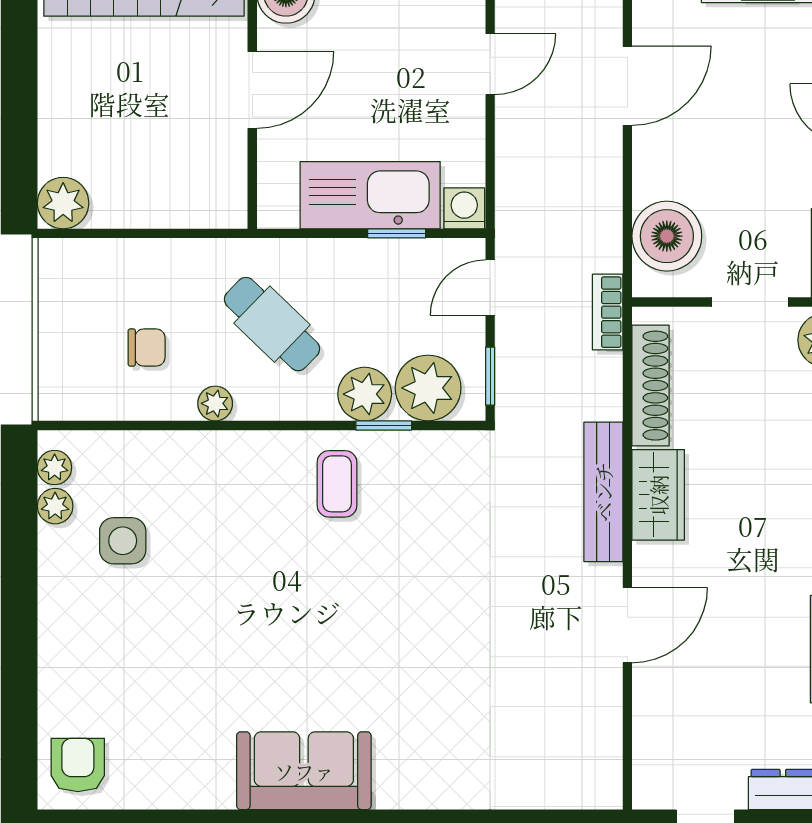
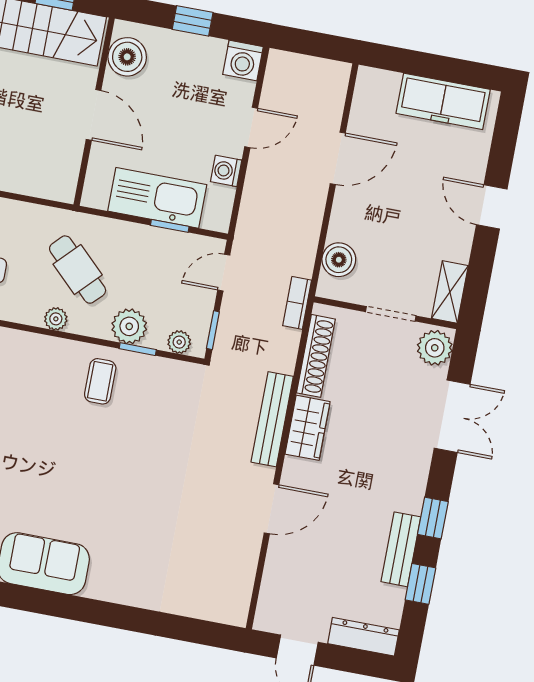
door: (252, 90) -> (94, 115), hinge flipped
washing machine: (464, 208) -> (226, 171), moved, turned -90
boiler: (667, 236) -> (339, 260), width x0.73, depth x0.73
plant: (428, 388) -> (179, 342), width x0.53, depth x0.53
plant: (215, 403) -> (56, 319), moved

